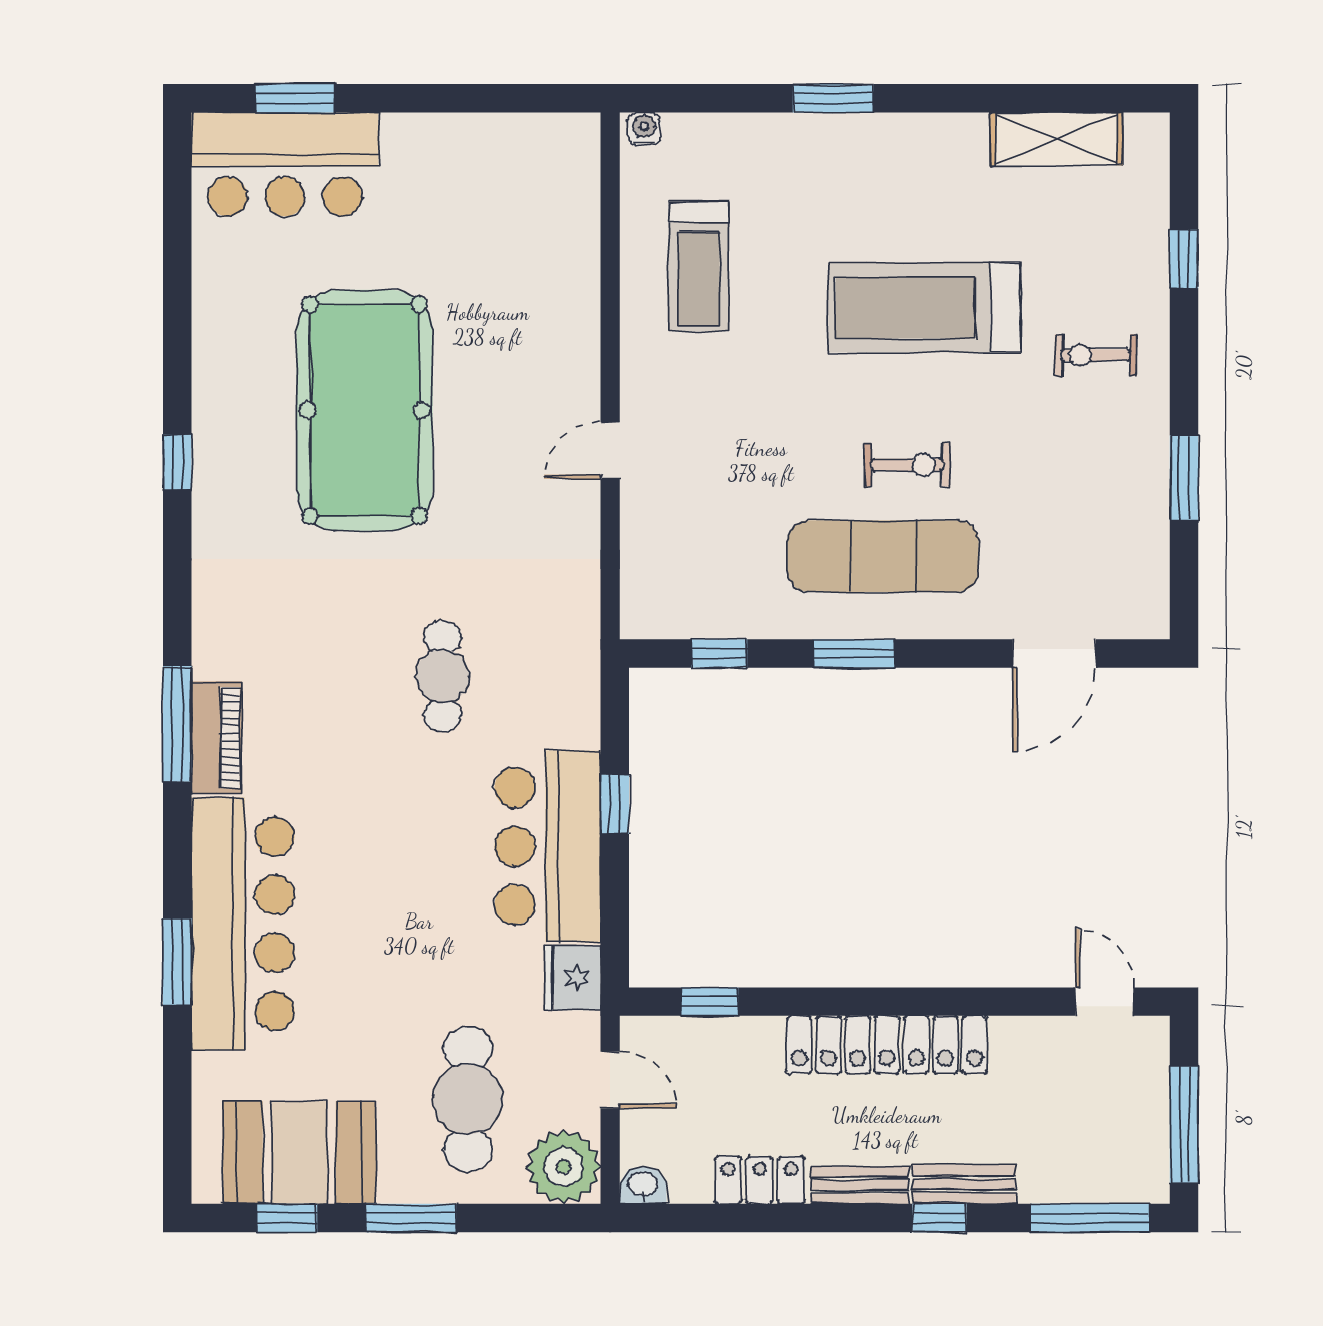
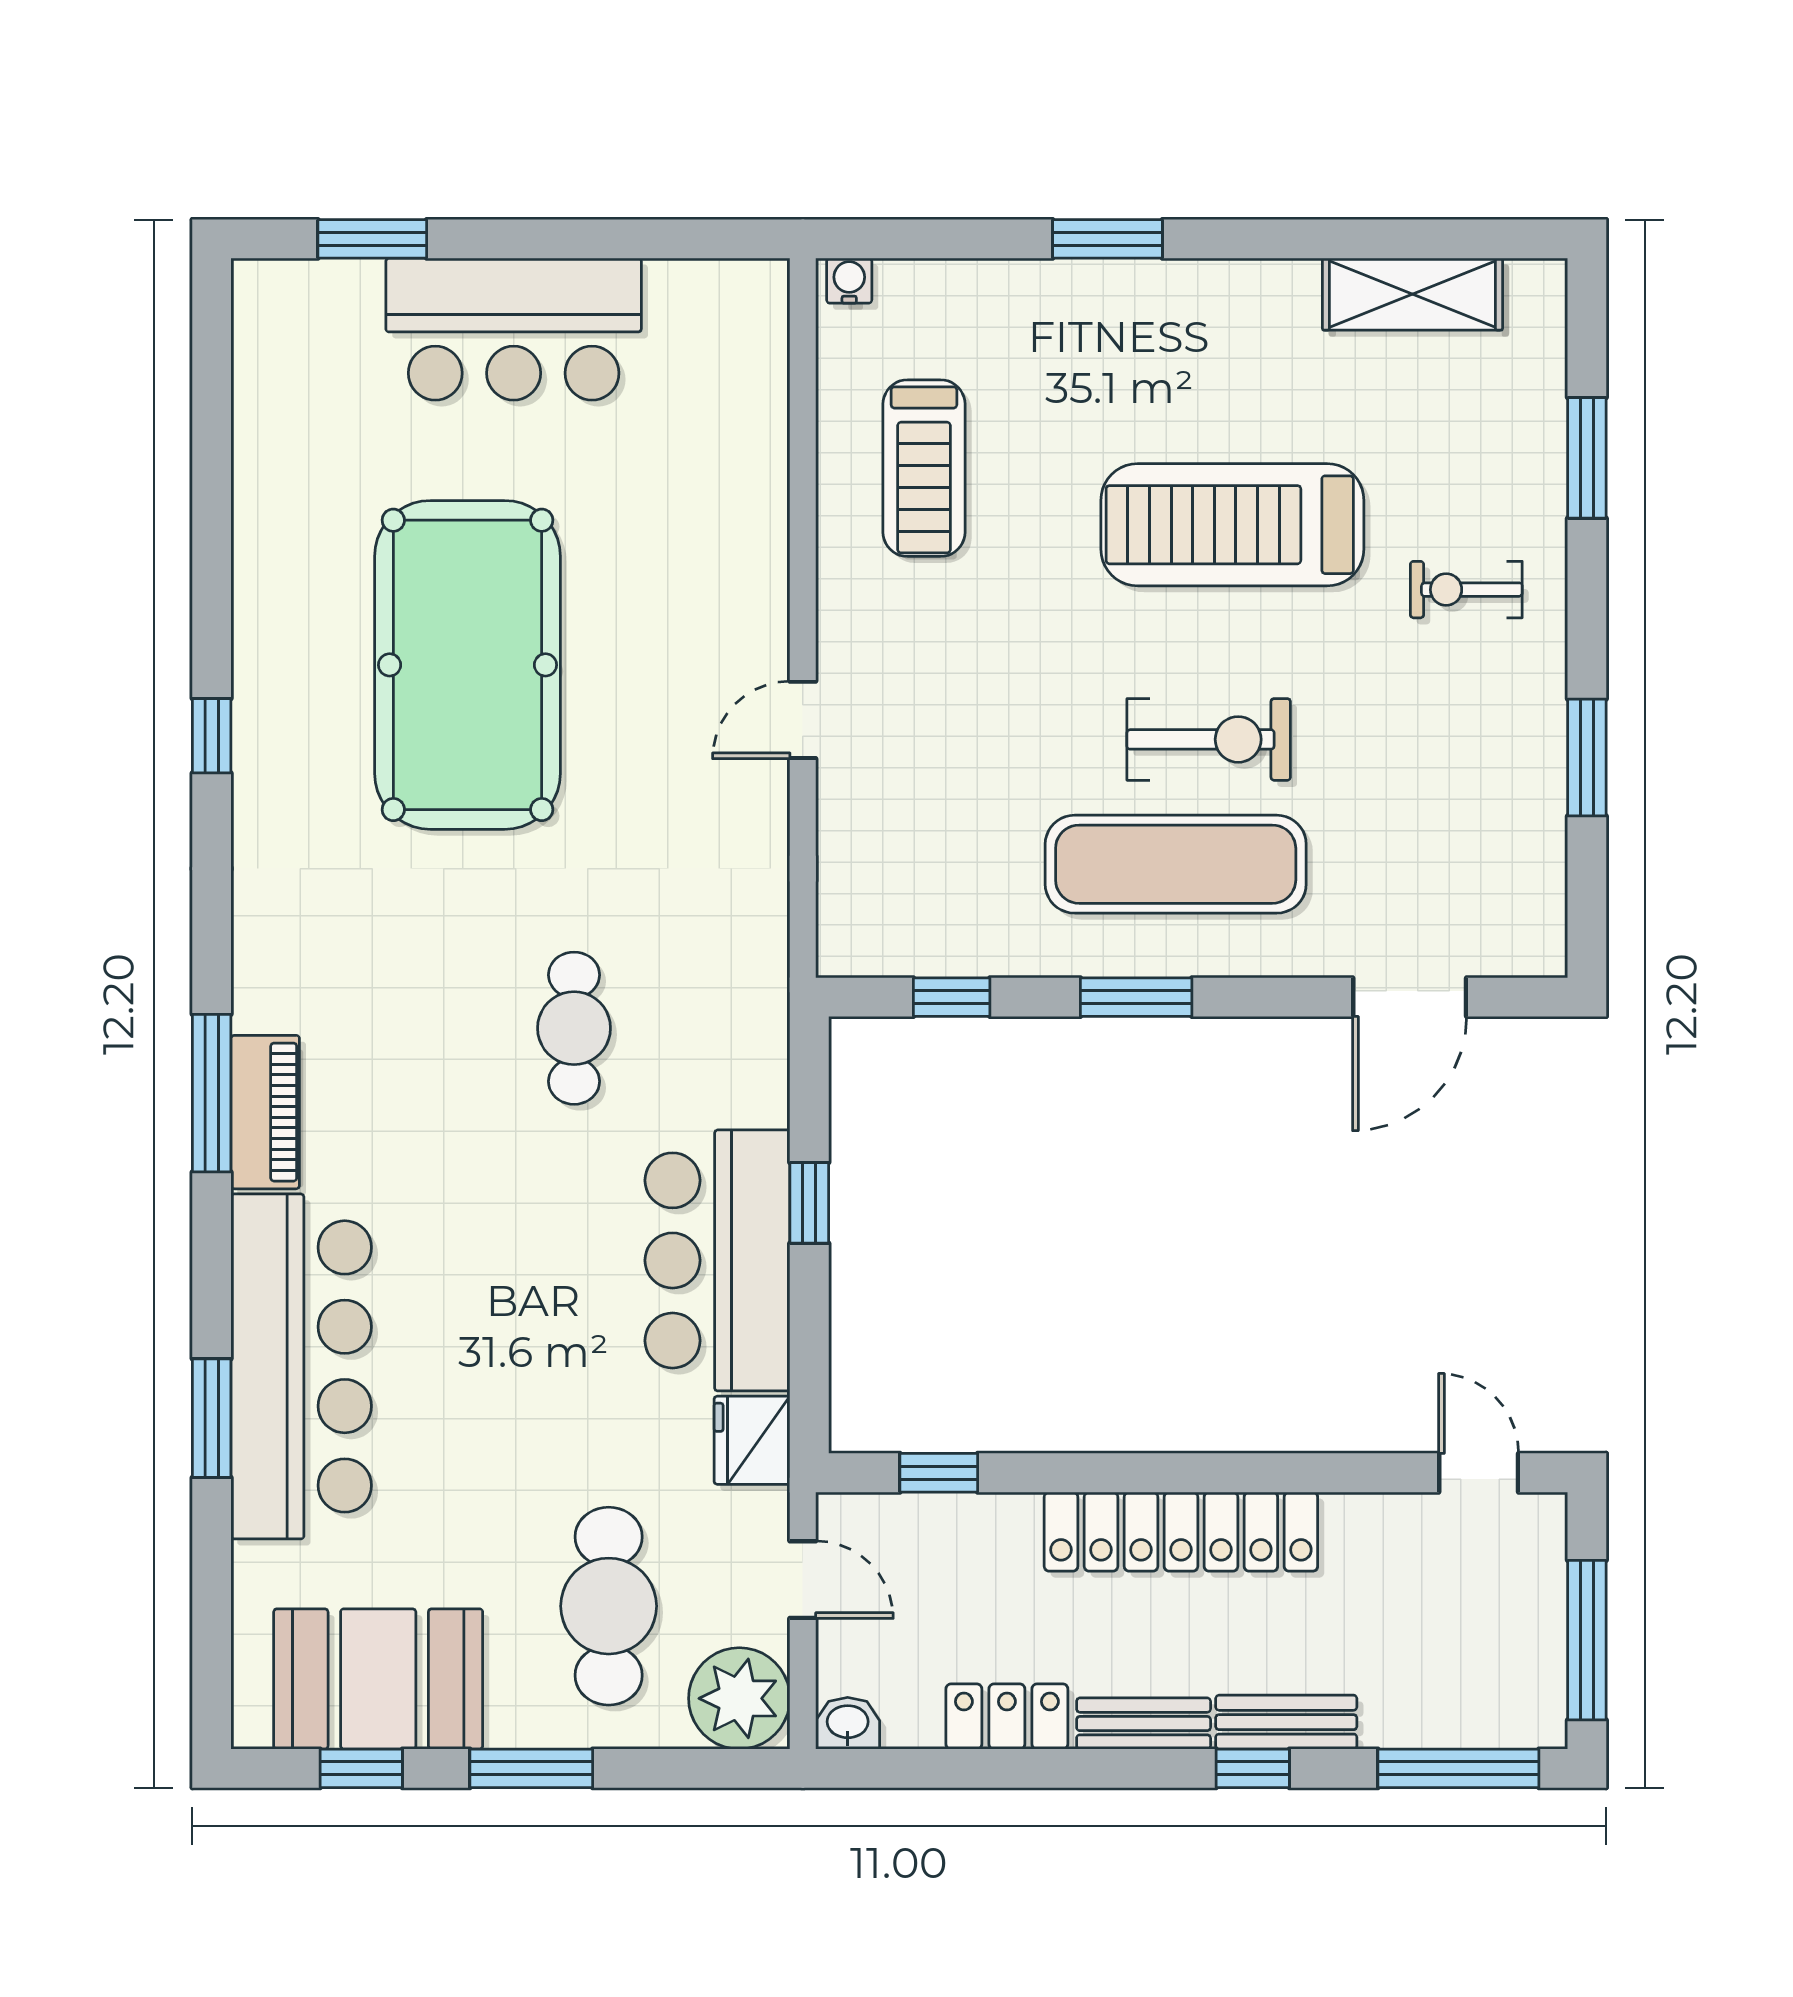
bar counter: (285, 164) -> (514, 329), moved
window: (1184, 259) -> (1587, 458), width x1.50
exercise bike: (907, 465) -> (1209, 739), width x1.38, depth x1.39

